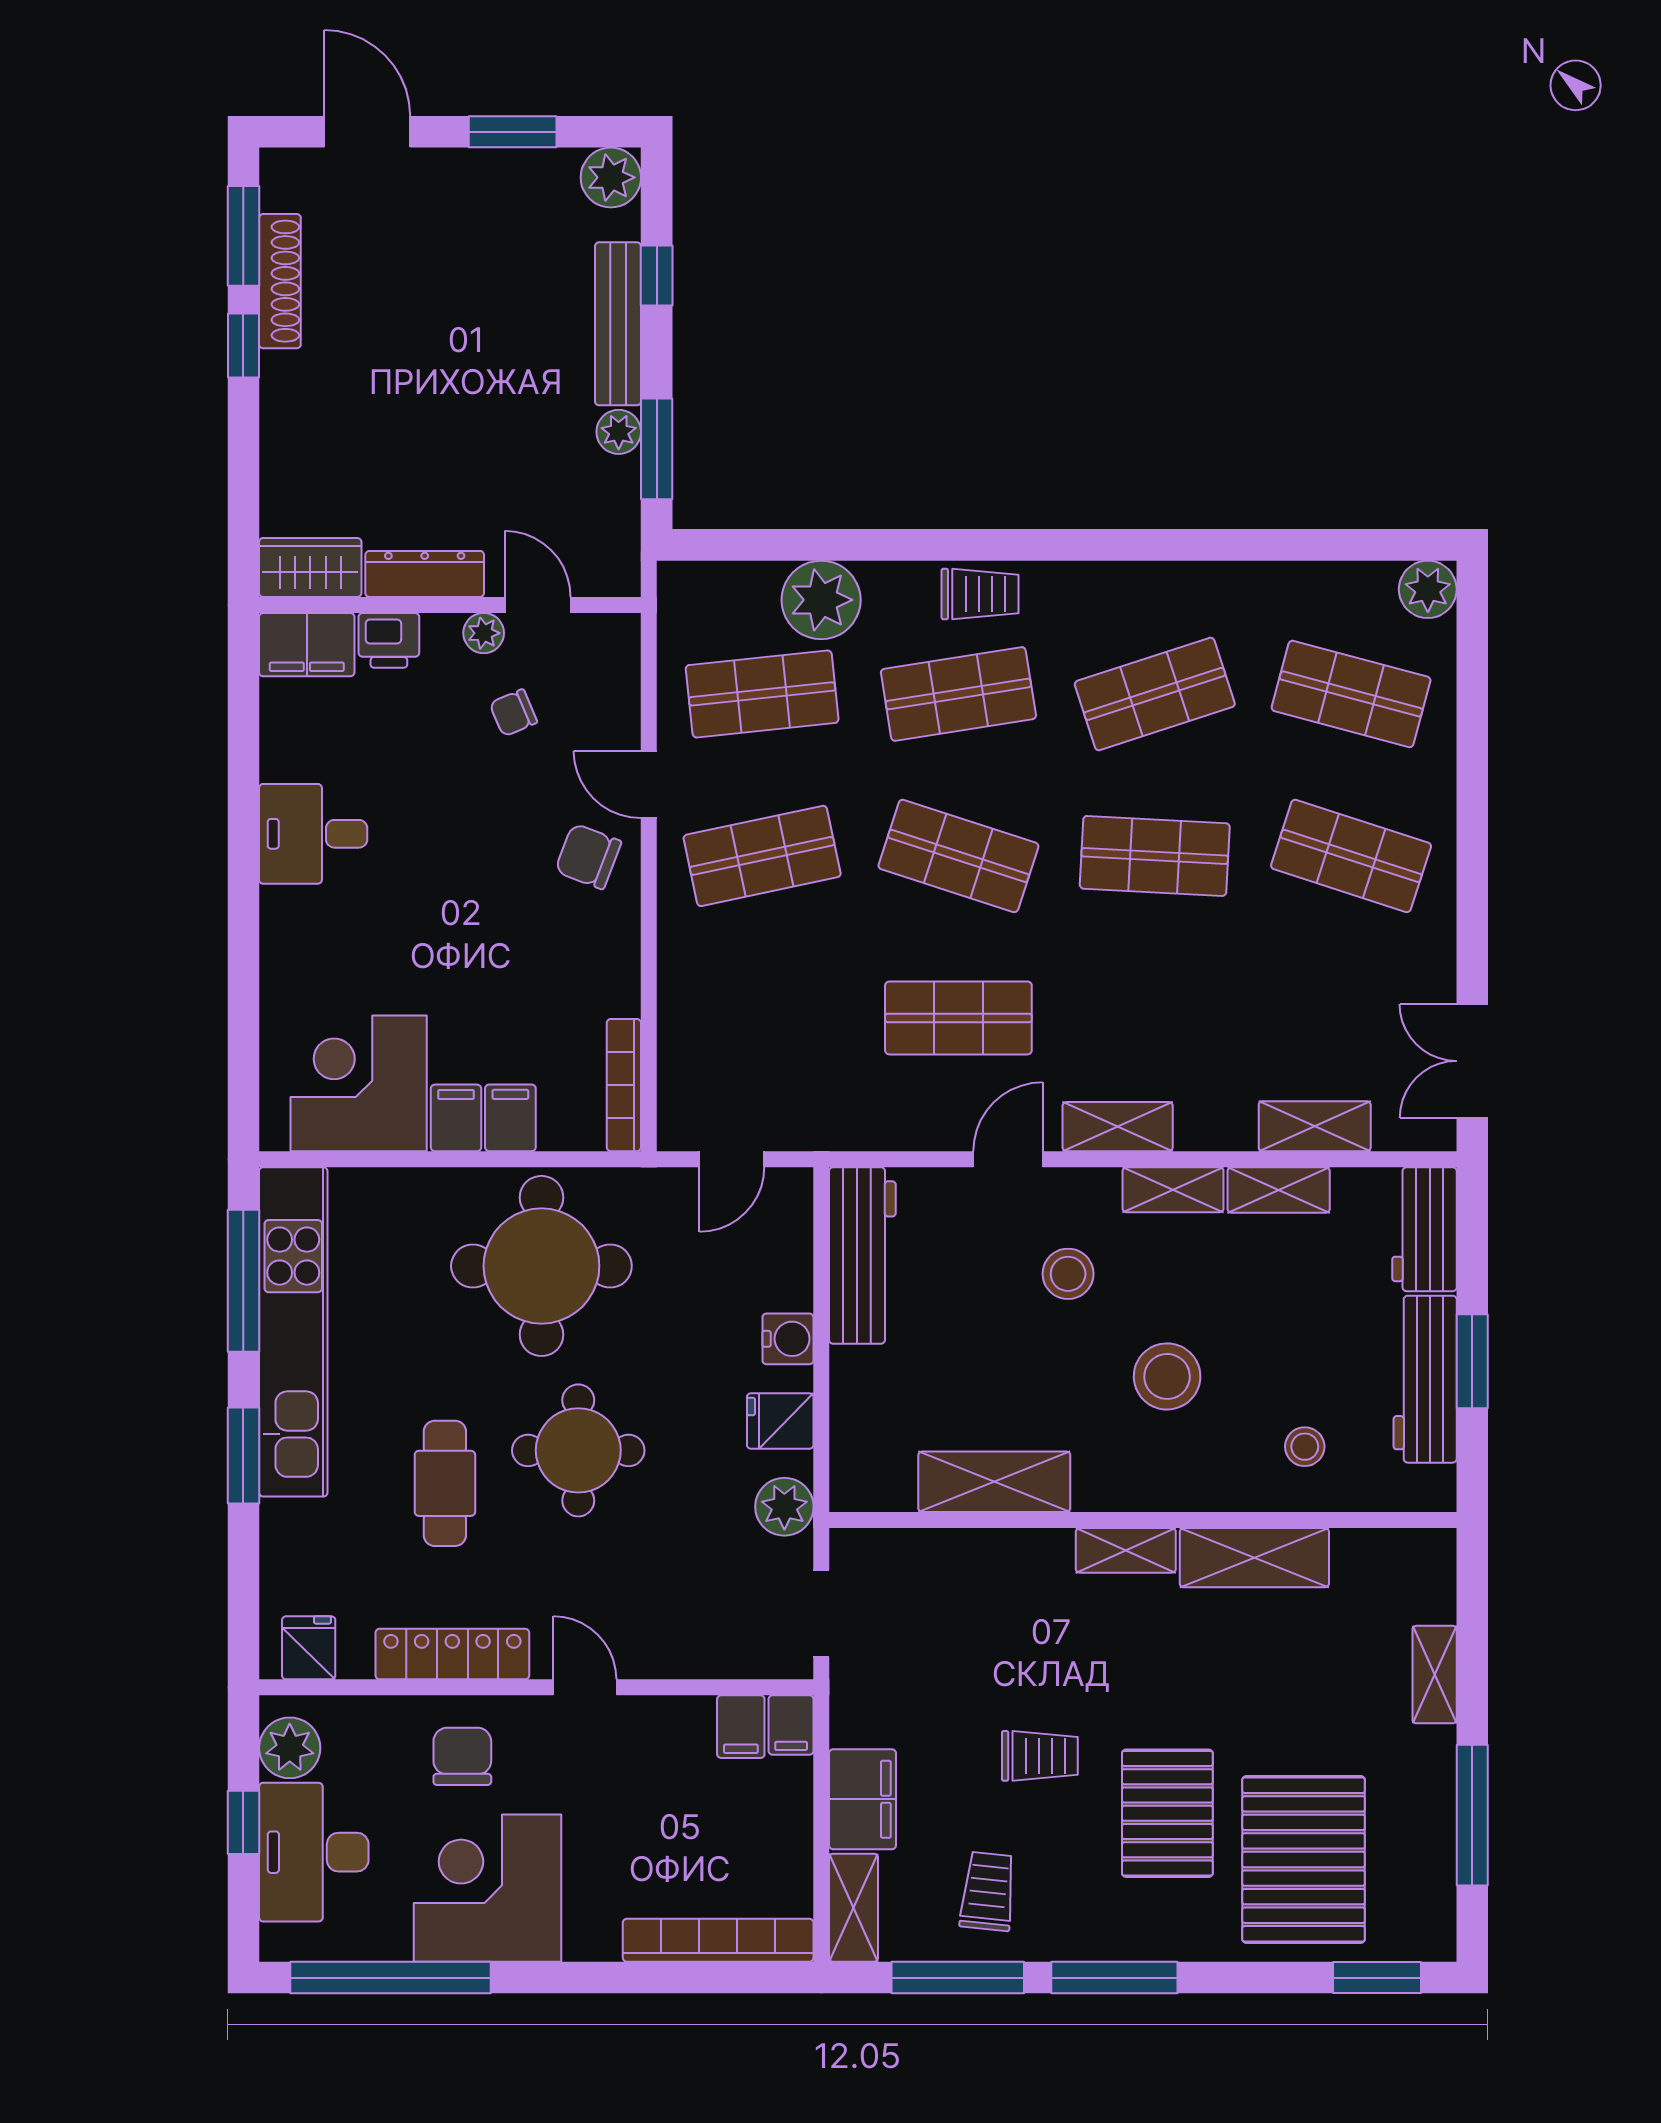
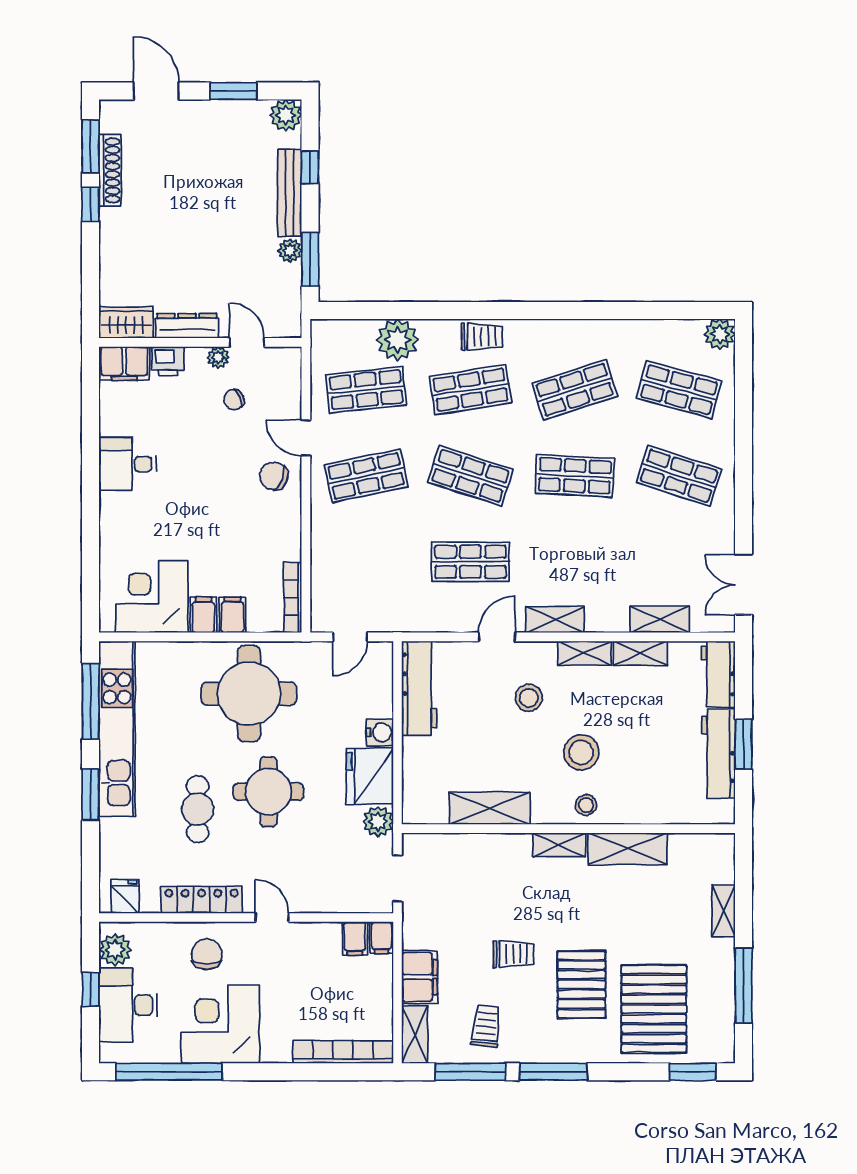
fridge: (780, 1421) -> (370, 776), width x1.88, depth x1.34
stool: (1305, 1447) -> (586, 805), moved

